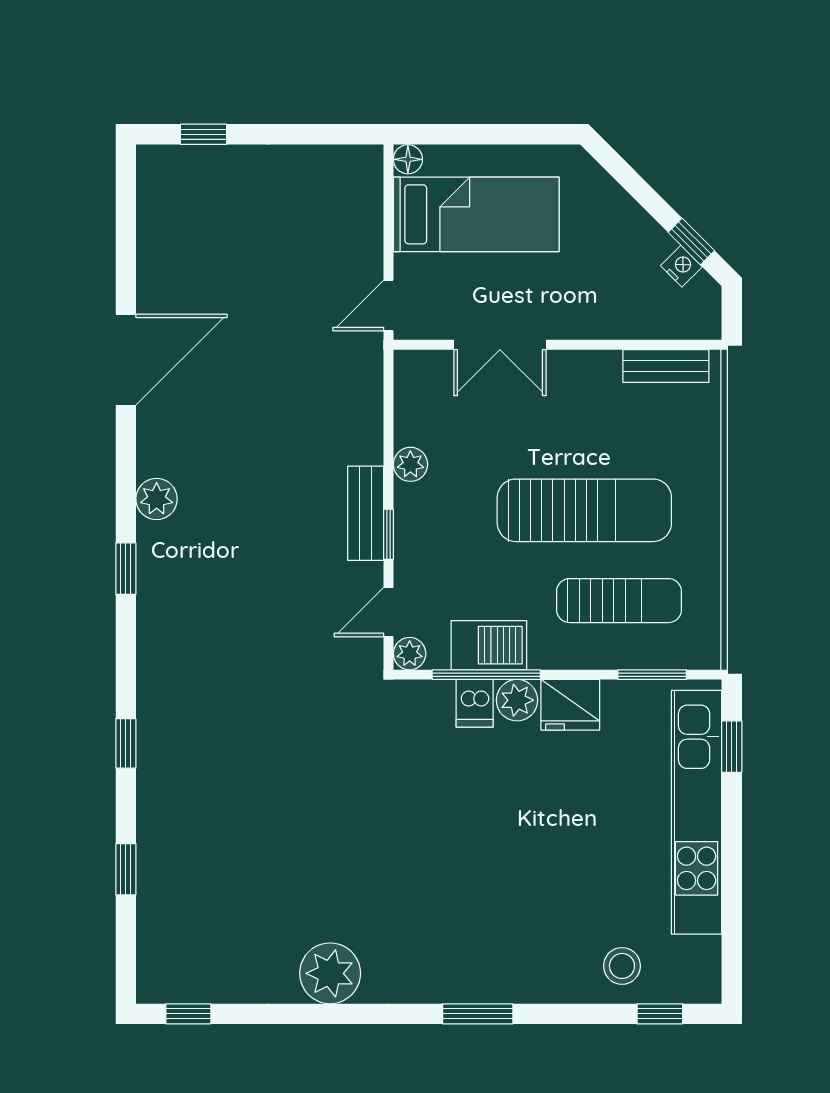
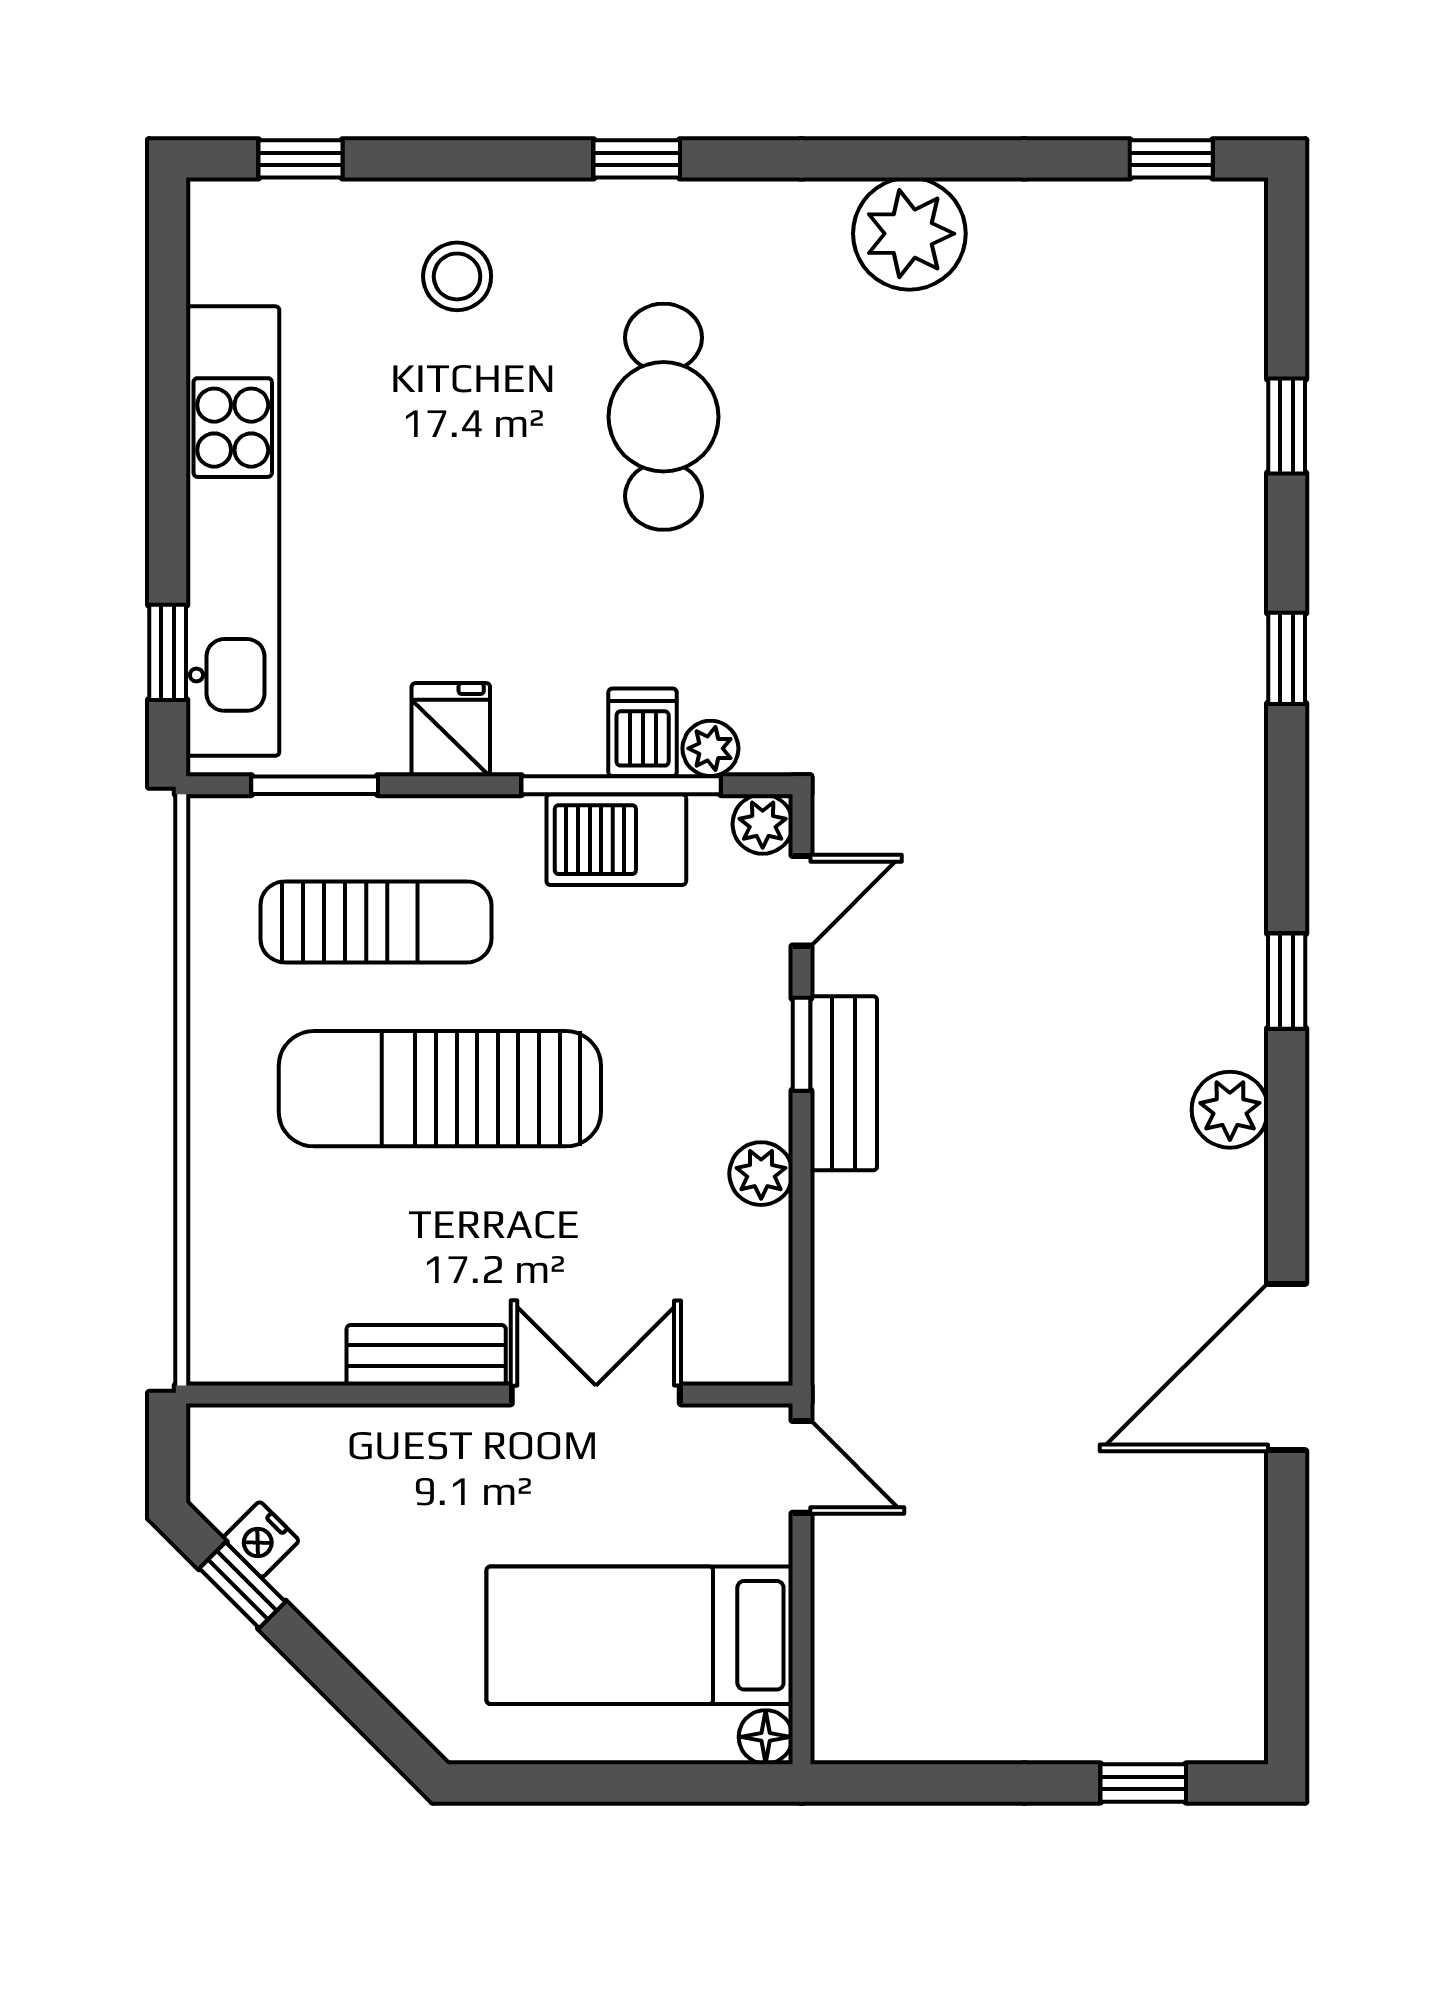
door: (389, 305) -> (801, 1467), hinge flipped
bench: (666, 366) -> (426, 1355), moved
sun lounger: (619, 601) -> (376, 922), turned 180
plant: (517, 700) -> (710, 748), moved, width x0.73, depth x0.73
fridge: (570, 705) -> (451, 730), width x0.72
cafe table: (463, 874) -> (664, 417), added
stool: (622, 966) -> (457, 276), moved
window: (478, 1014) -> (637, 159), width x0.67

